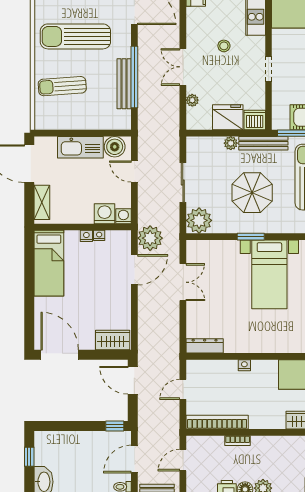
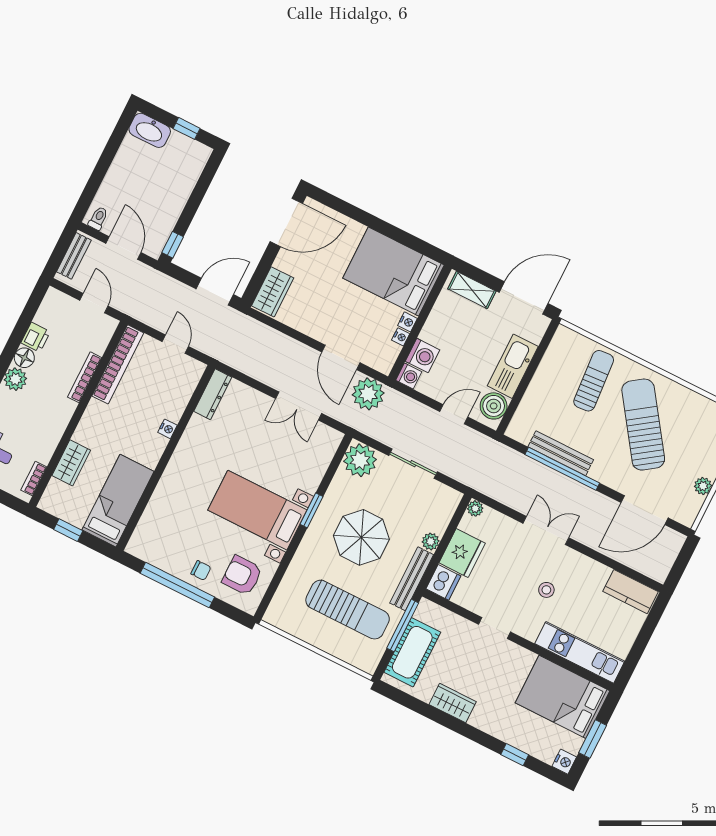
sun lounger: (75, 36) -> (643, 425), turned -35
plant: (192, 100) -> (475, 508), moved
bed: (49, 263) -> (393, 272), width x1.50
bookcase: (238, 441) -> (85, 377), width x1.56

